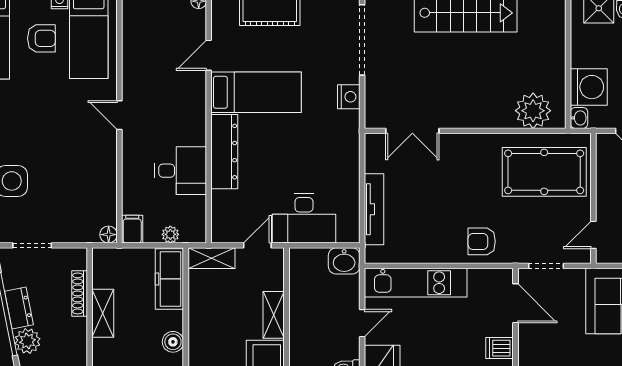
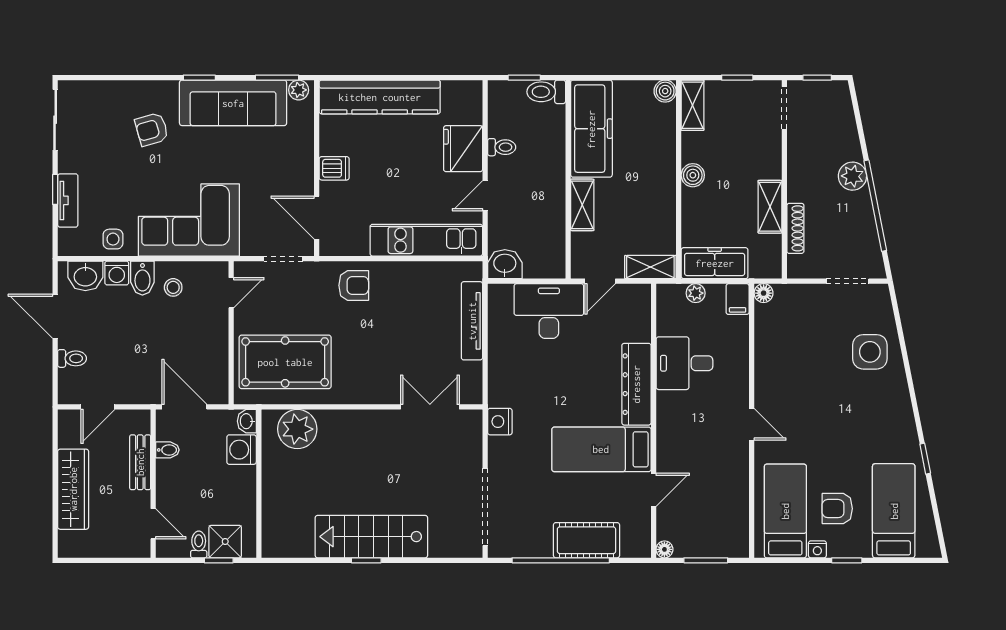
washing machine: (589, 87) -> (242, 450), width x0.73, depth x0.73
nightstand: (349, 97) -> (500, 422), moved
freezer: (169, 279) -> (715, 263), moved, turned -90
dresser: (19, 308) -> (862, 212), removed

